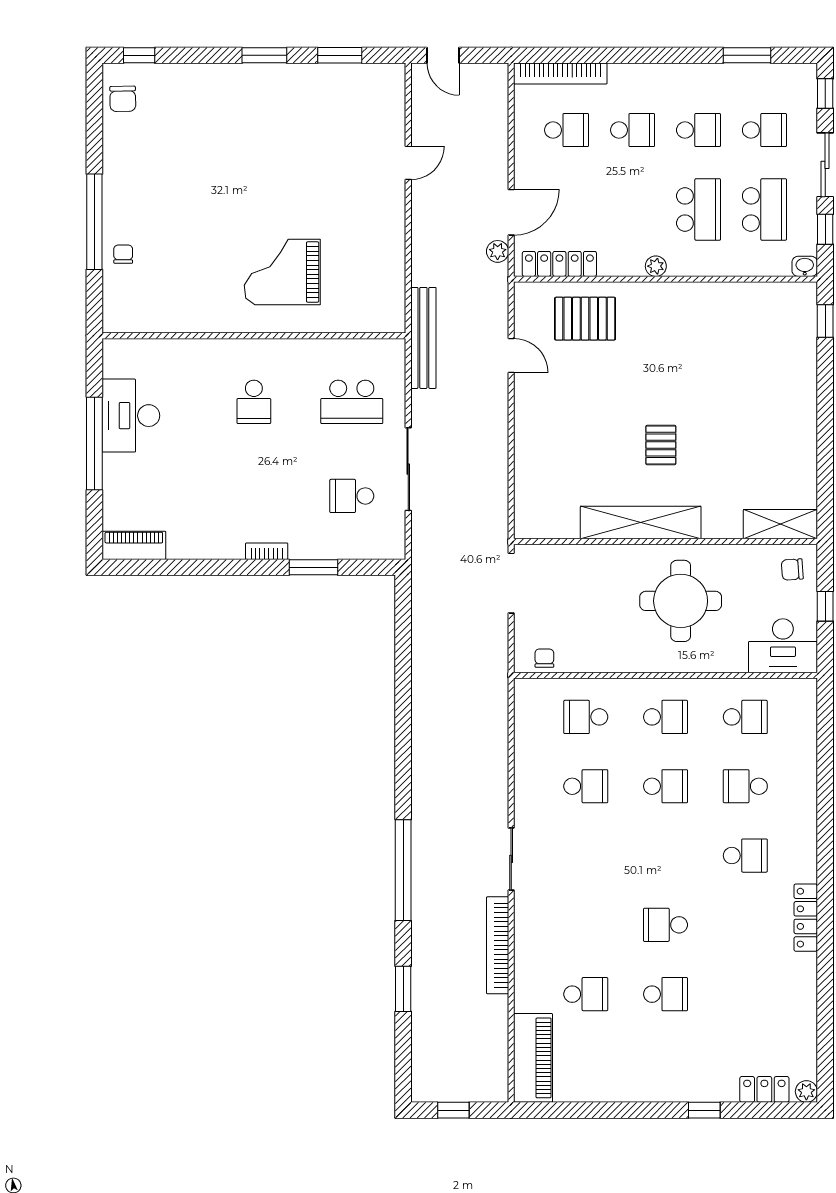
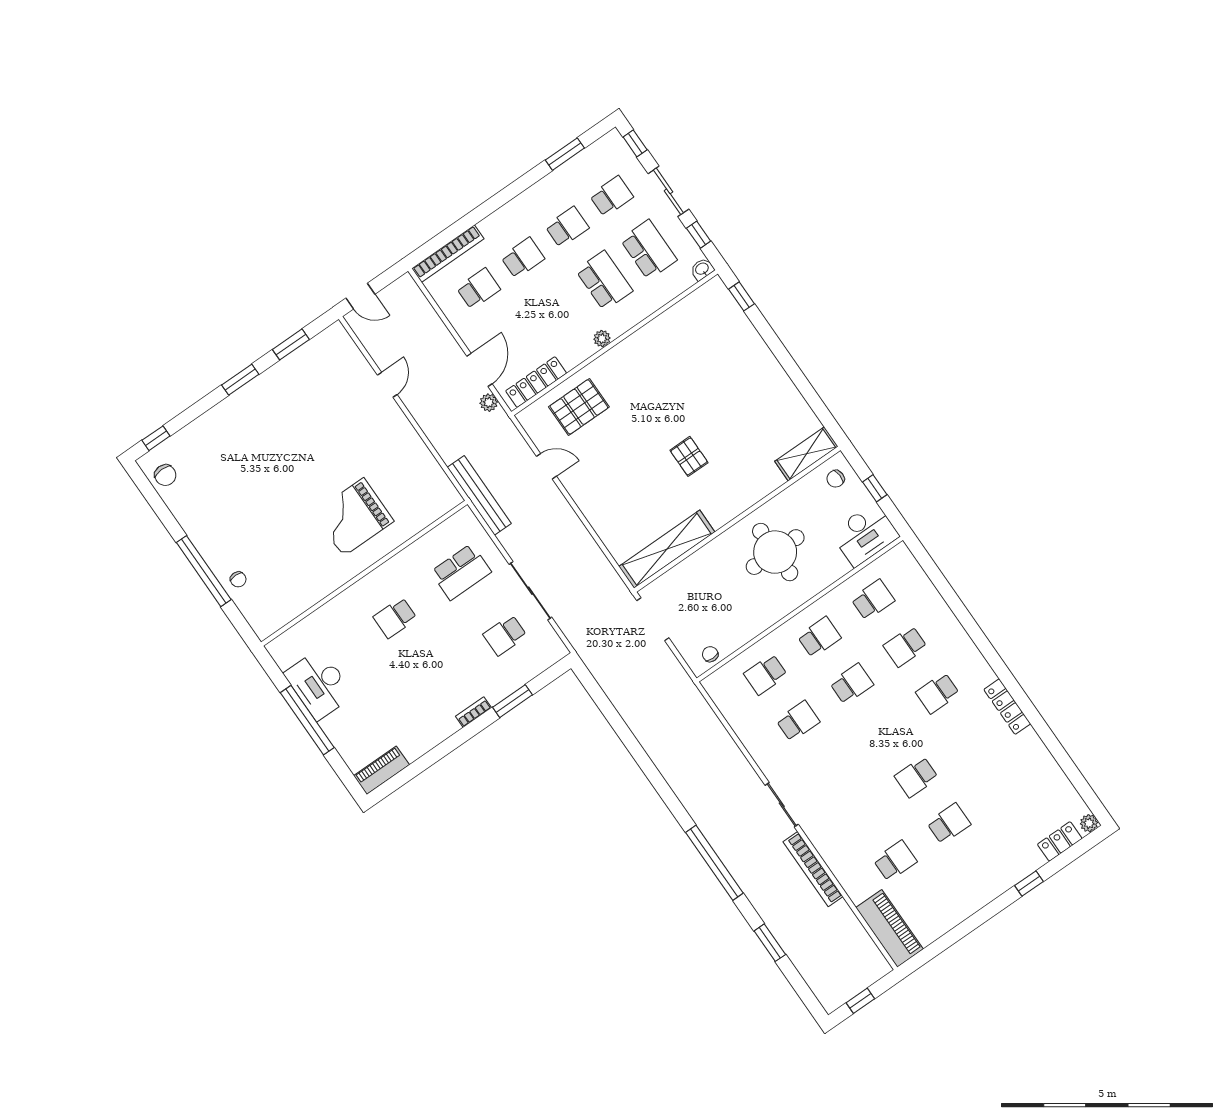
chair: (123, 254) -> (238, 579), turned 180
school desk: (254, 402) -> (395, 618), turned 90
shelving: (641, 523) -> (667, 549), moved
school desk: (745, 856) -> (938, 693), turned 180

